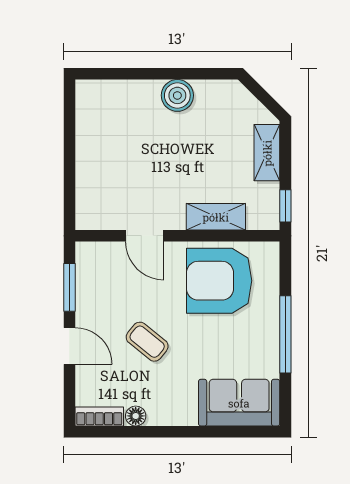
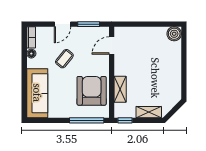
boiler: (177, 95) -> (174, 34), moved
door: (145, 236) -> (112, 45), moved
window: (285, 334) -> (87, 120), moved
sofa: (239, 403) -> (37, 93), width x1.36

